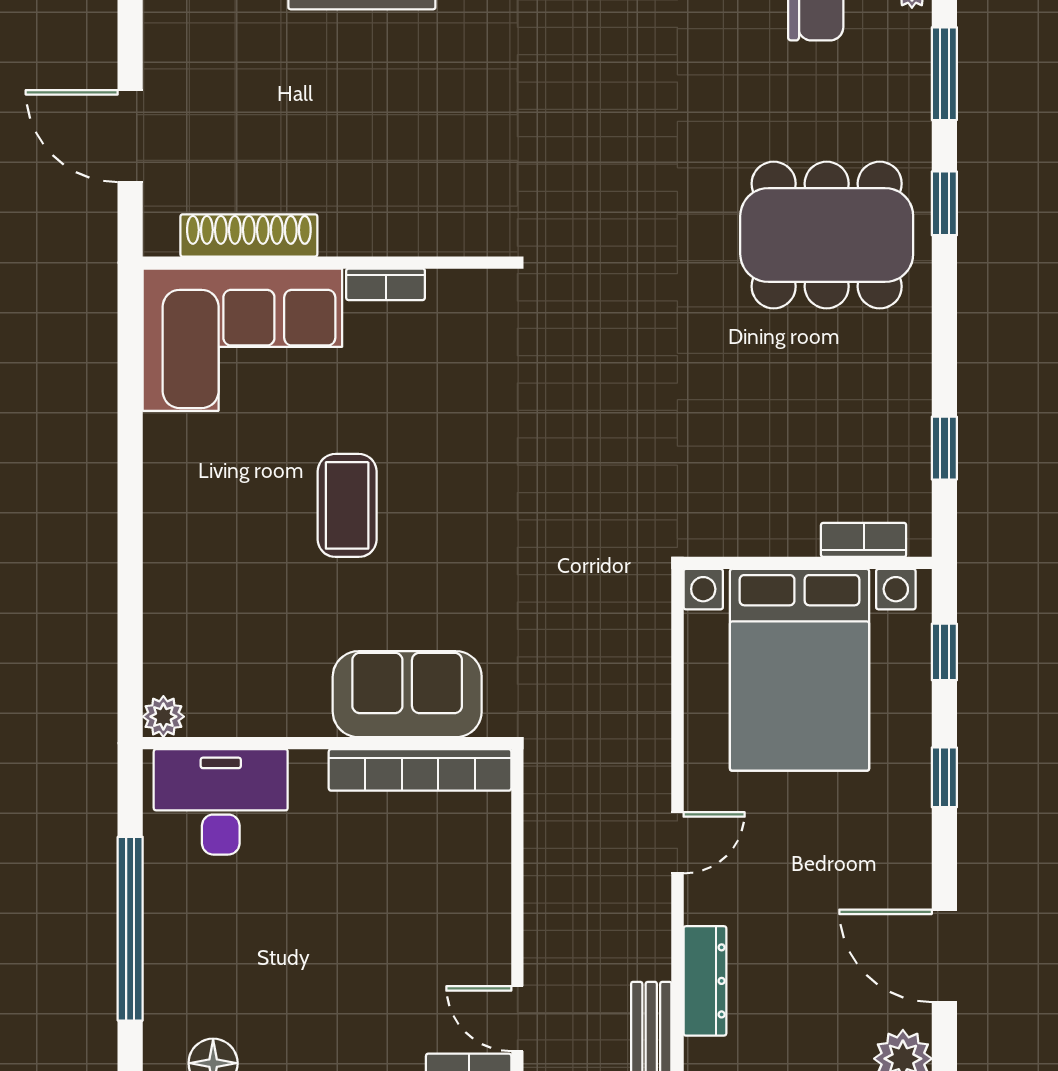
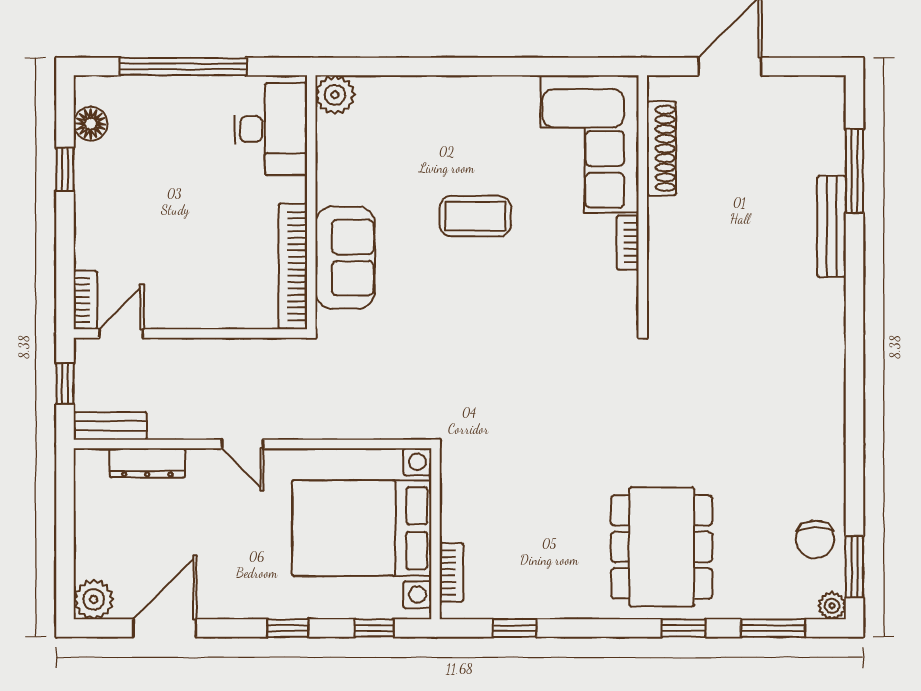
plant: (163, 717) -> (335, 95), width x1.38, depth x1.38

